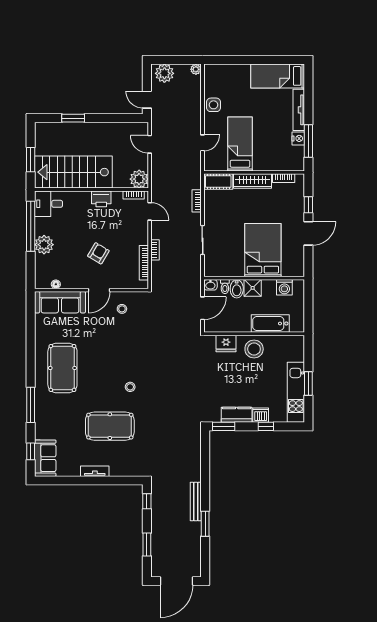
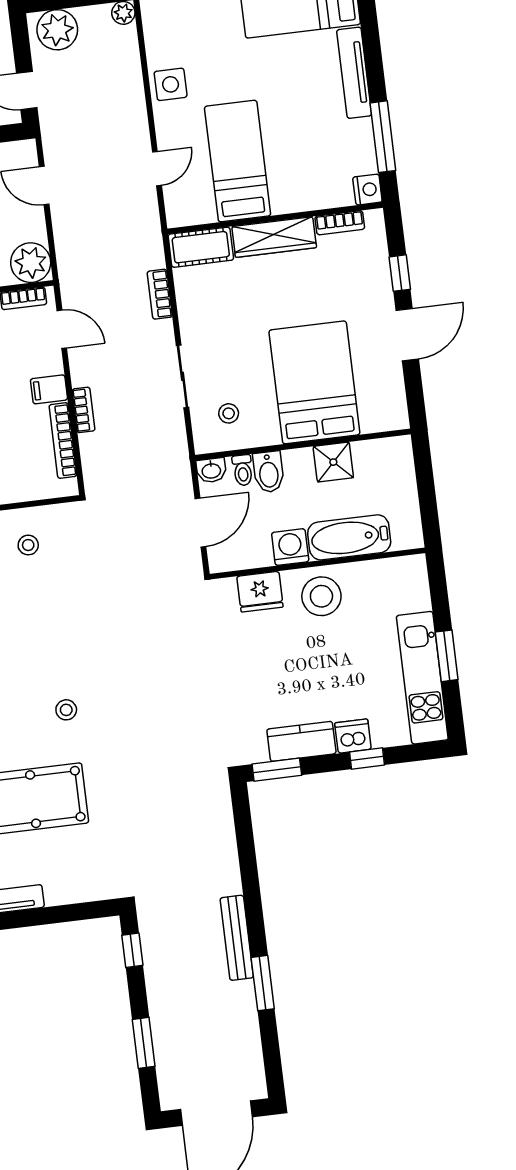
nightstand: (298, 138) -> (367, 190), moved
filing cabinet: (140, 238) -> (49, 389), added
stool: (222, 260) -> (229, 413), added
washing machine: (284, 287) -> (290, 547), moved, turned 180
shower: (253, 288) -> (333, 462), moved

